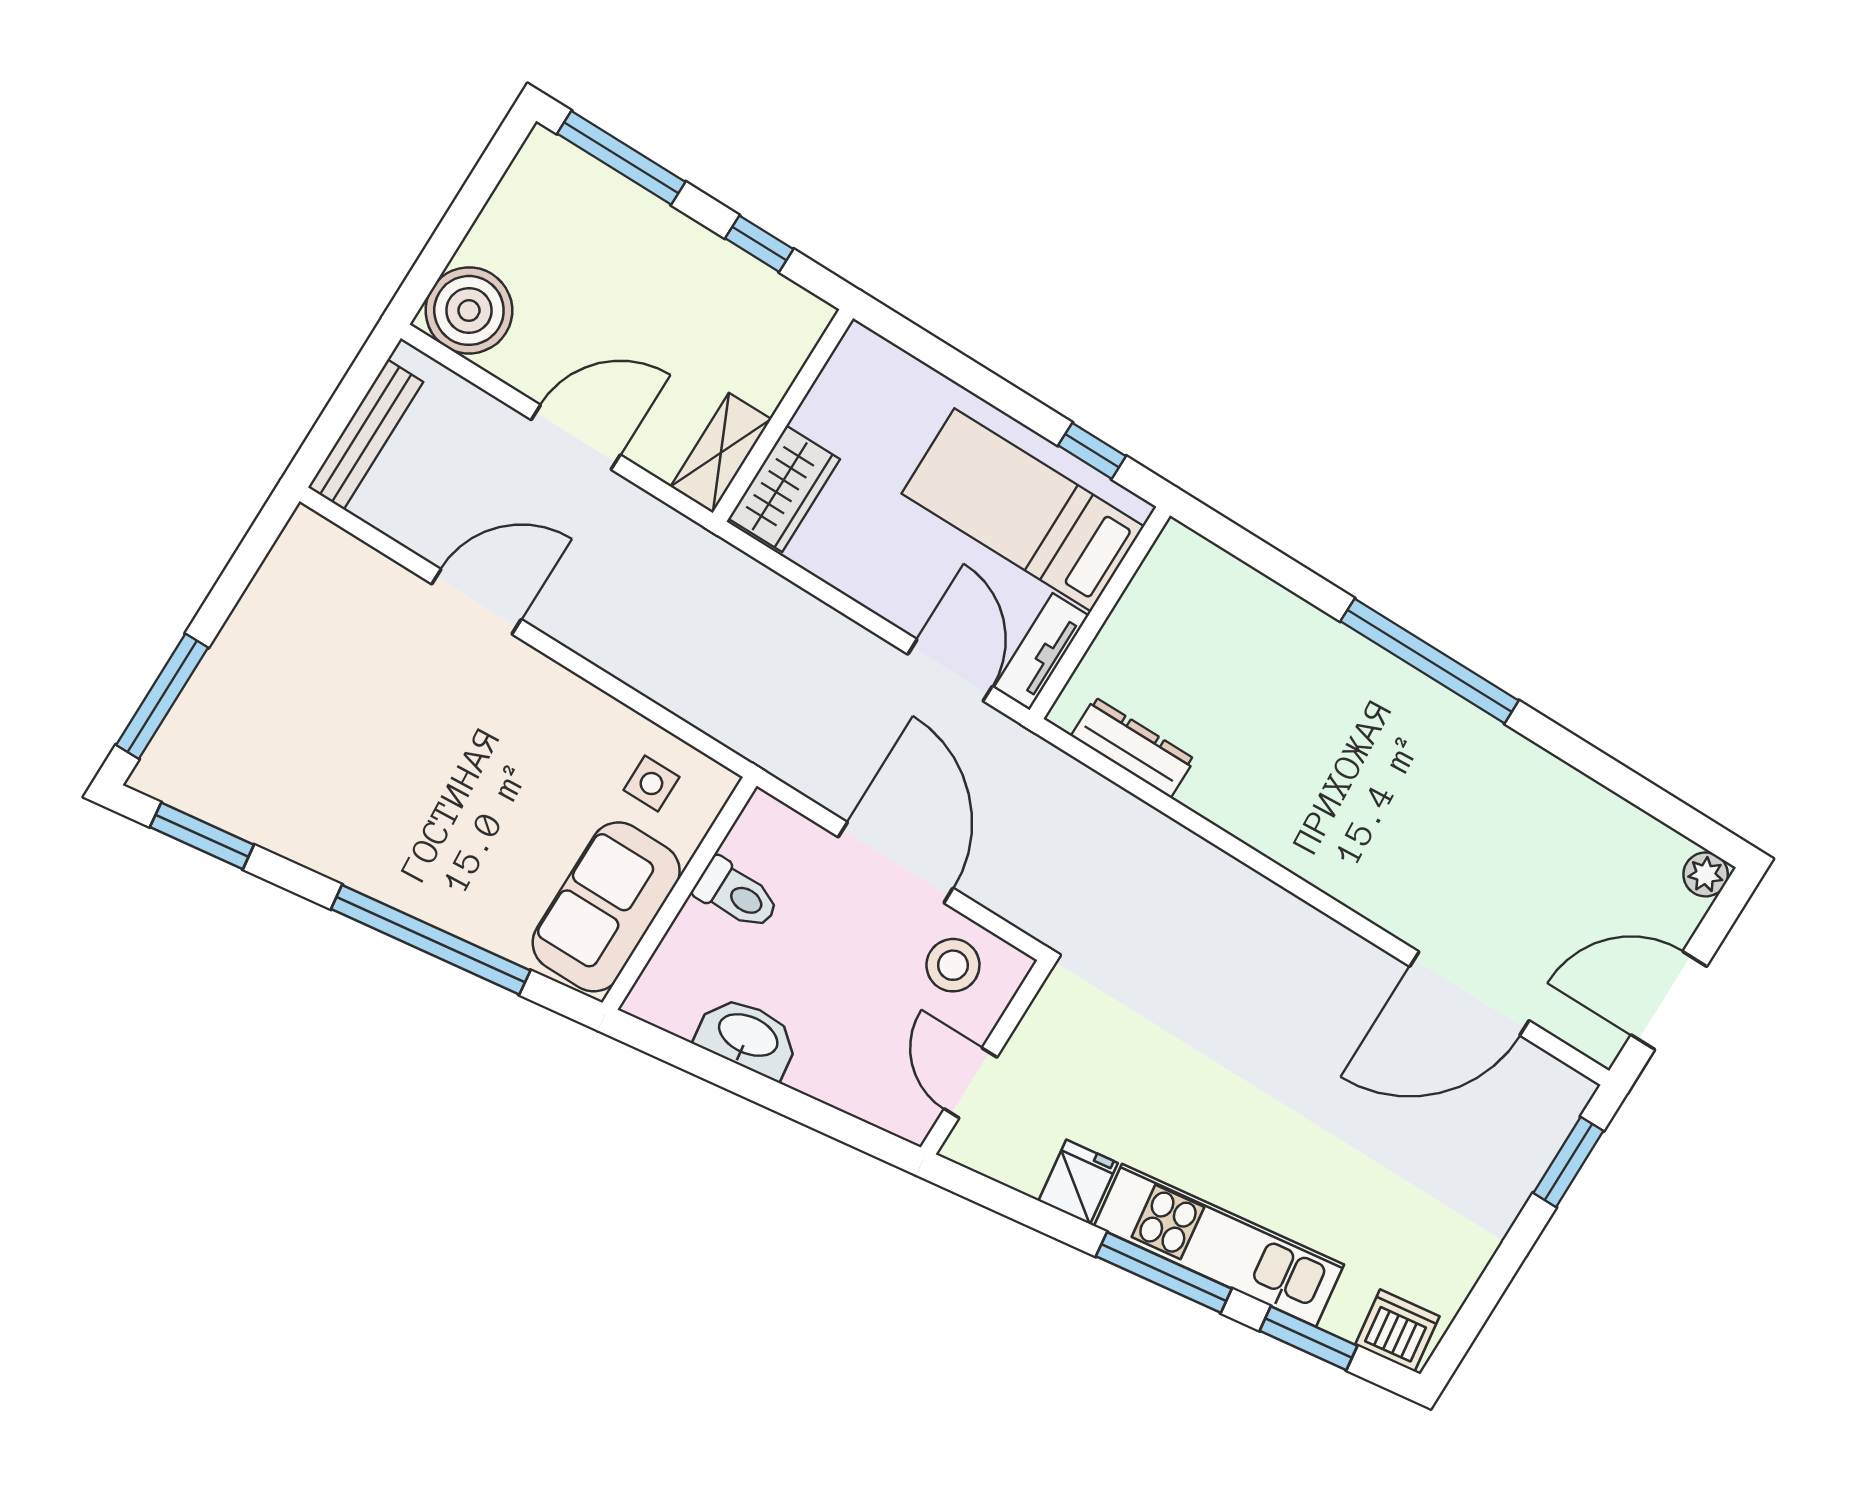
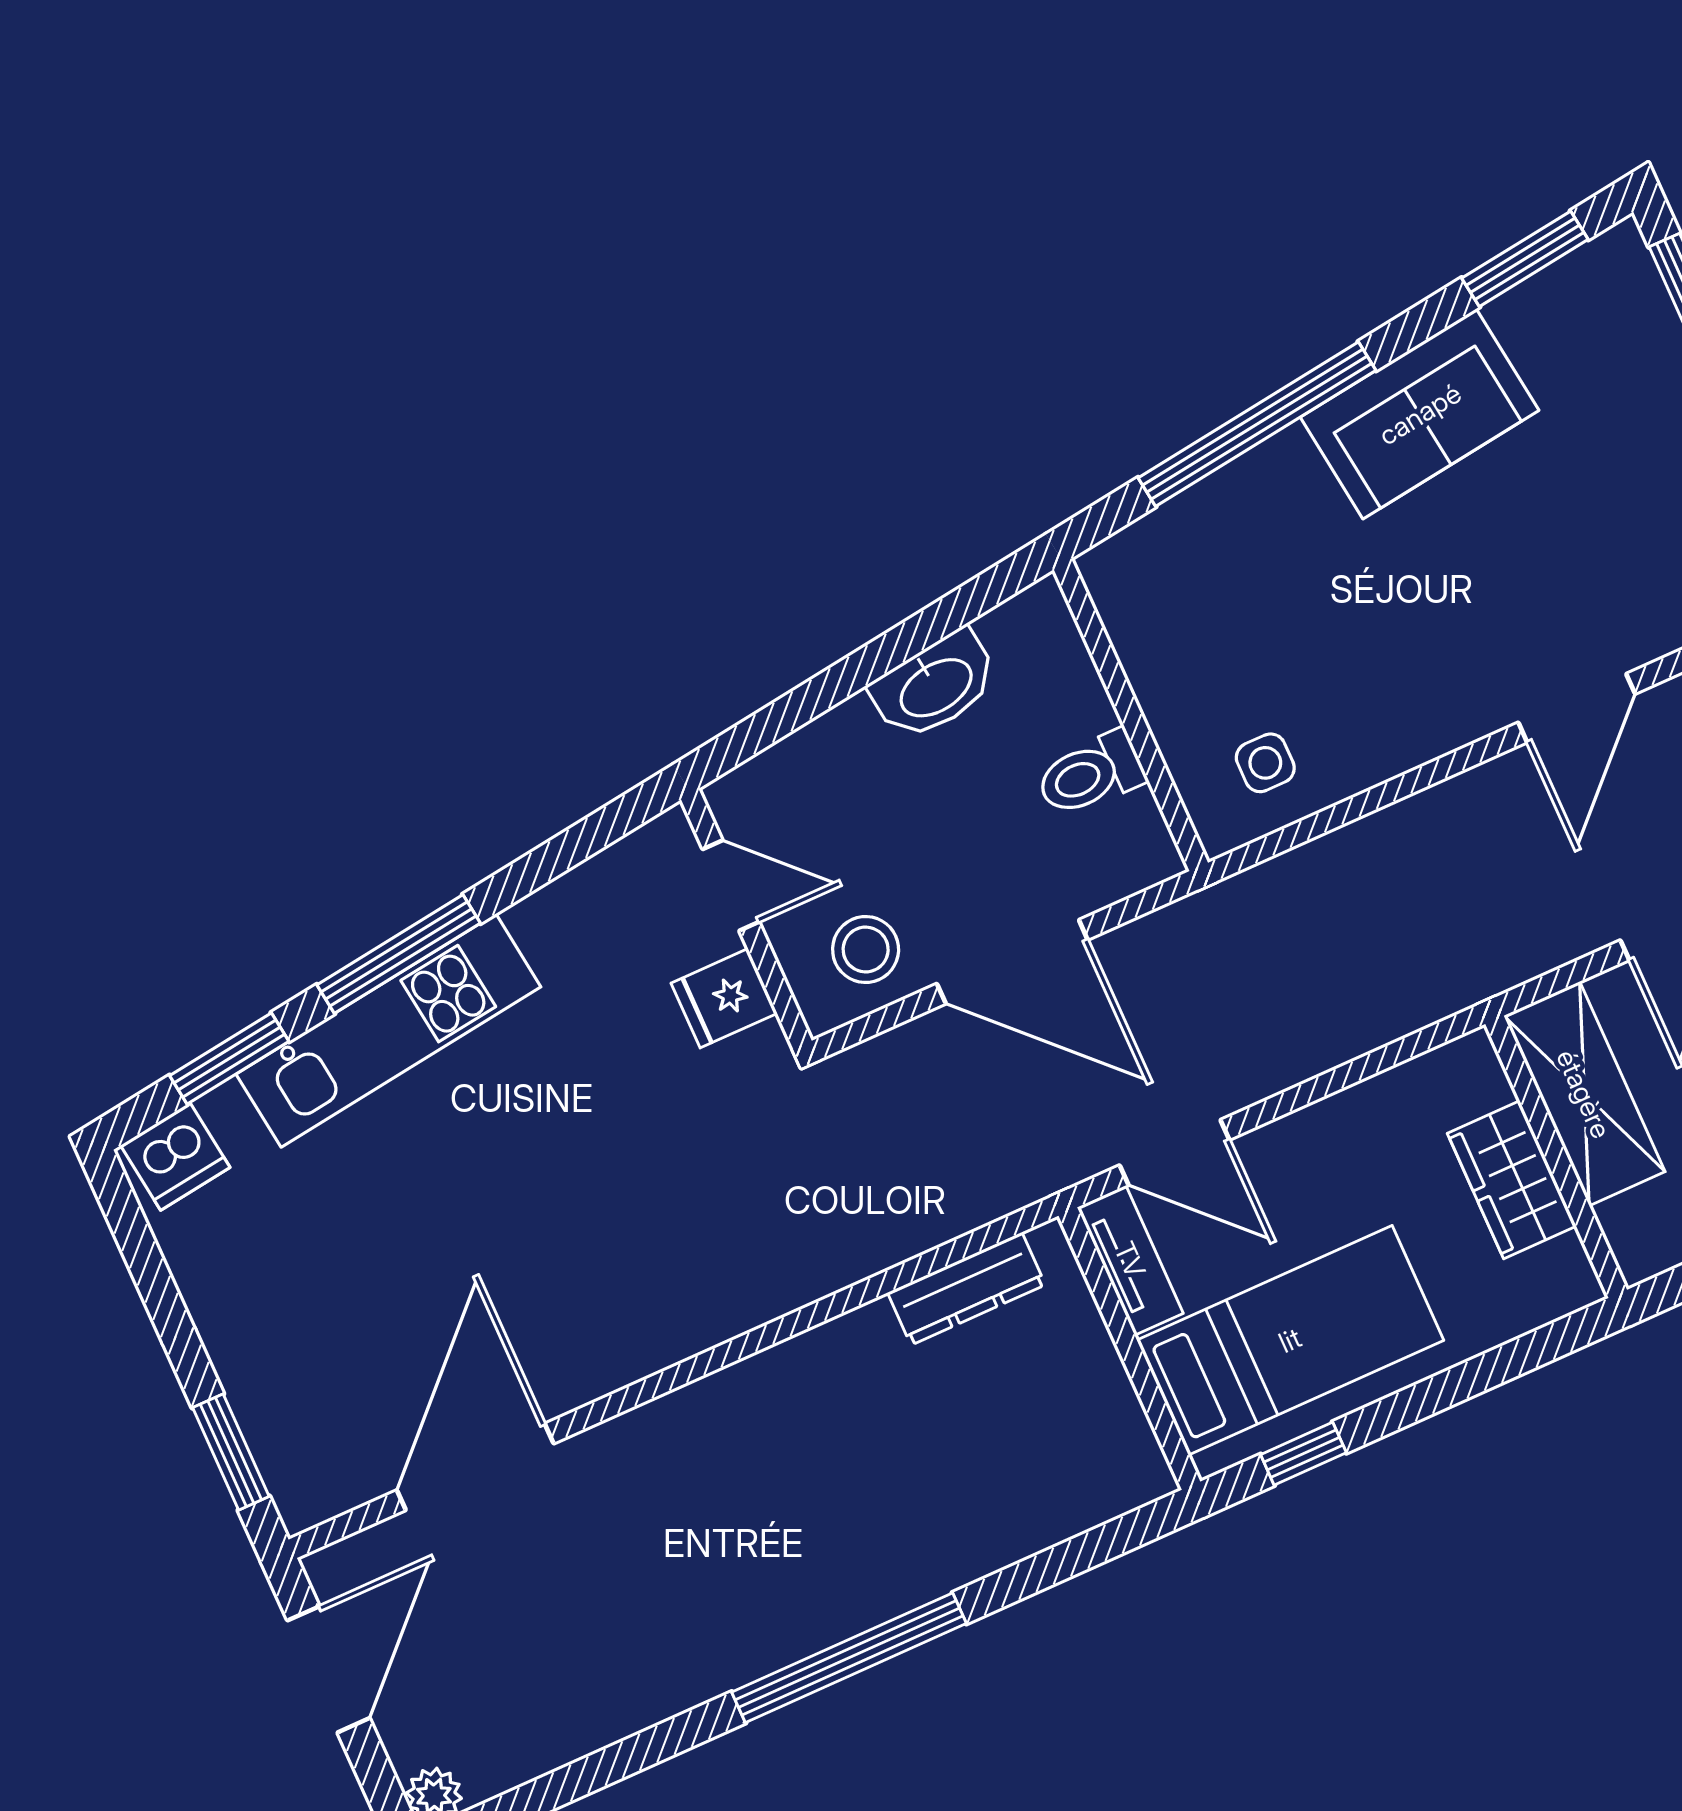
shelving: (721, 453) -> (1584, 1094), width x1.50, depth x1.33
wardrobe: (784, 489) -> (1512, 1180), moved
sofa: (606, 907) -> (1420, 414), moved, turned 83
fridge: (1078, 1182) -> (724, 998), moved, turned 97

